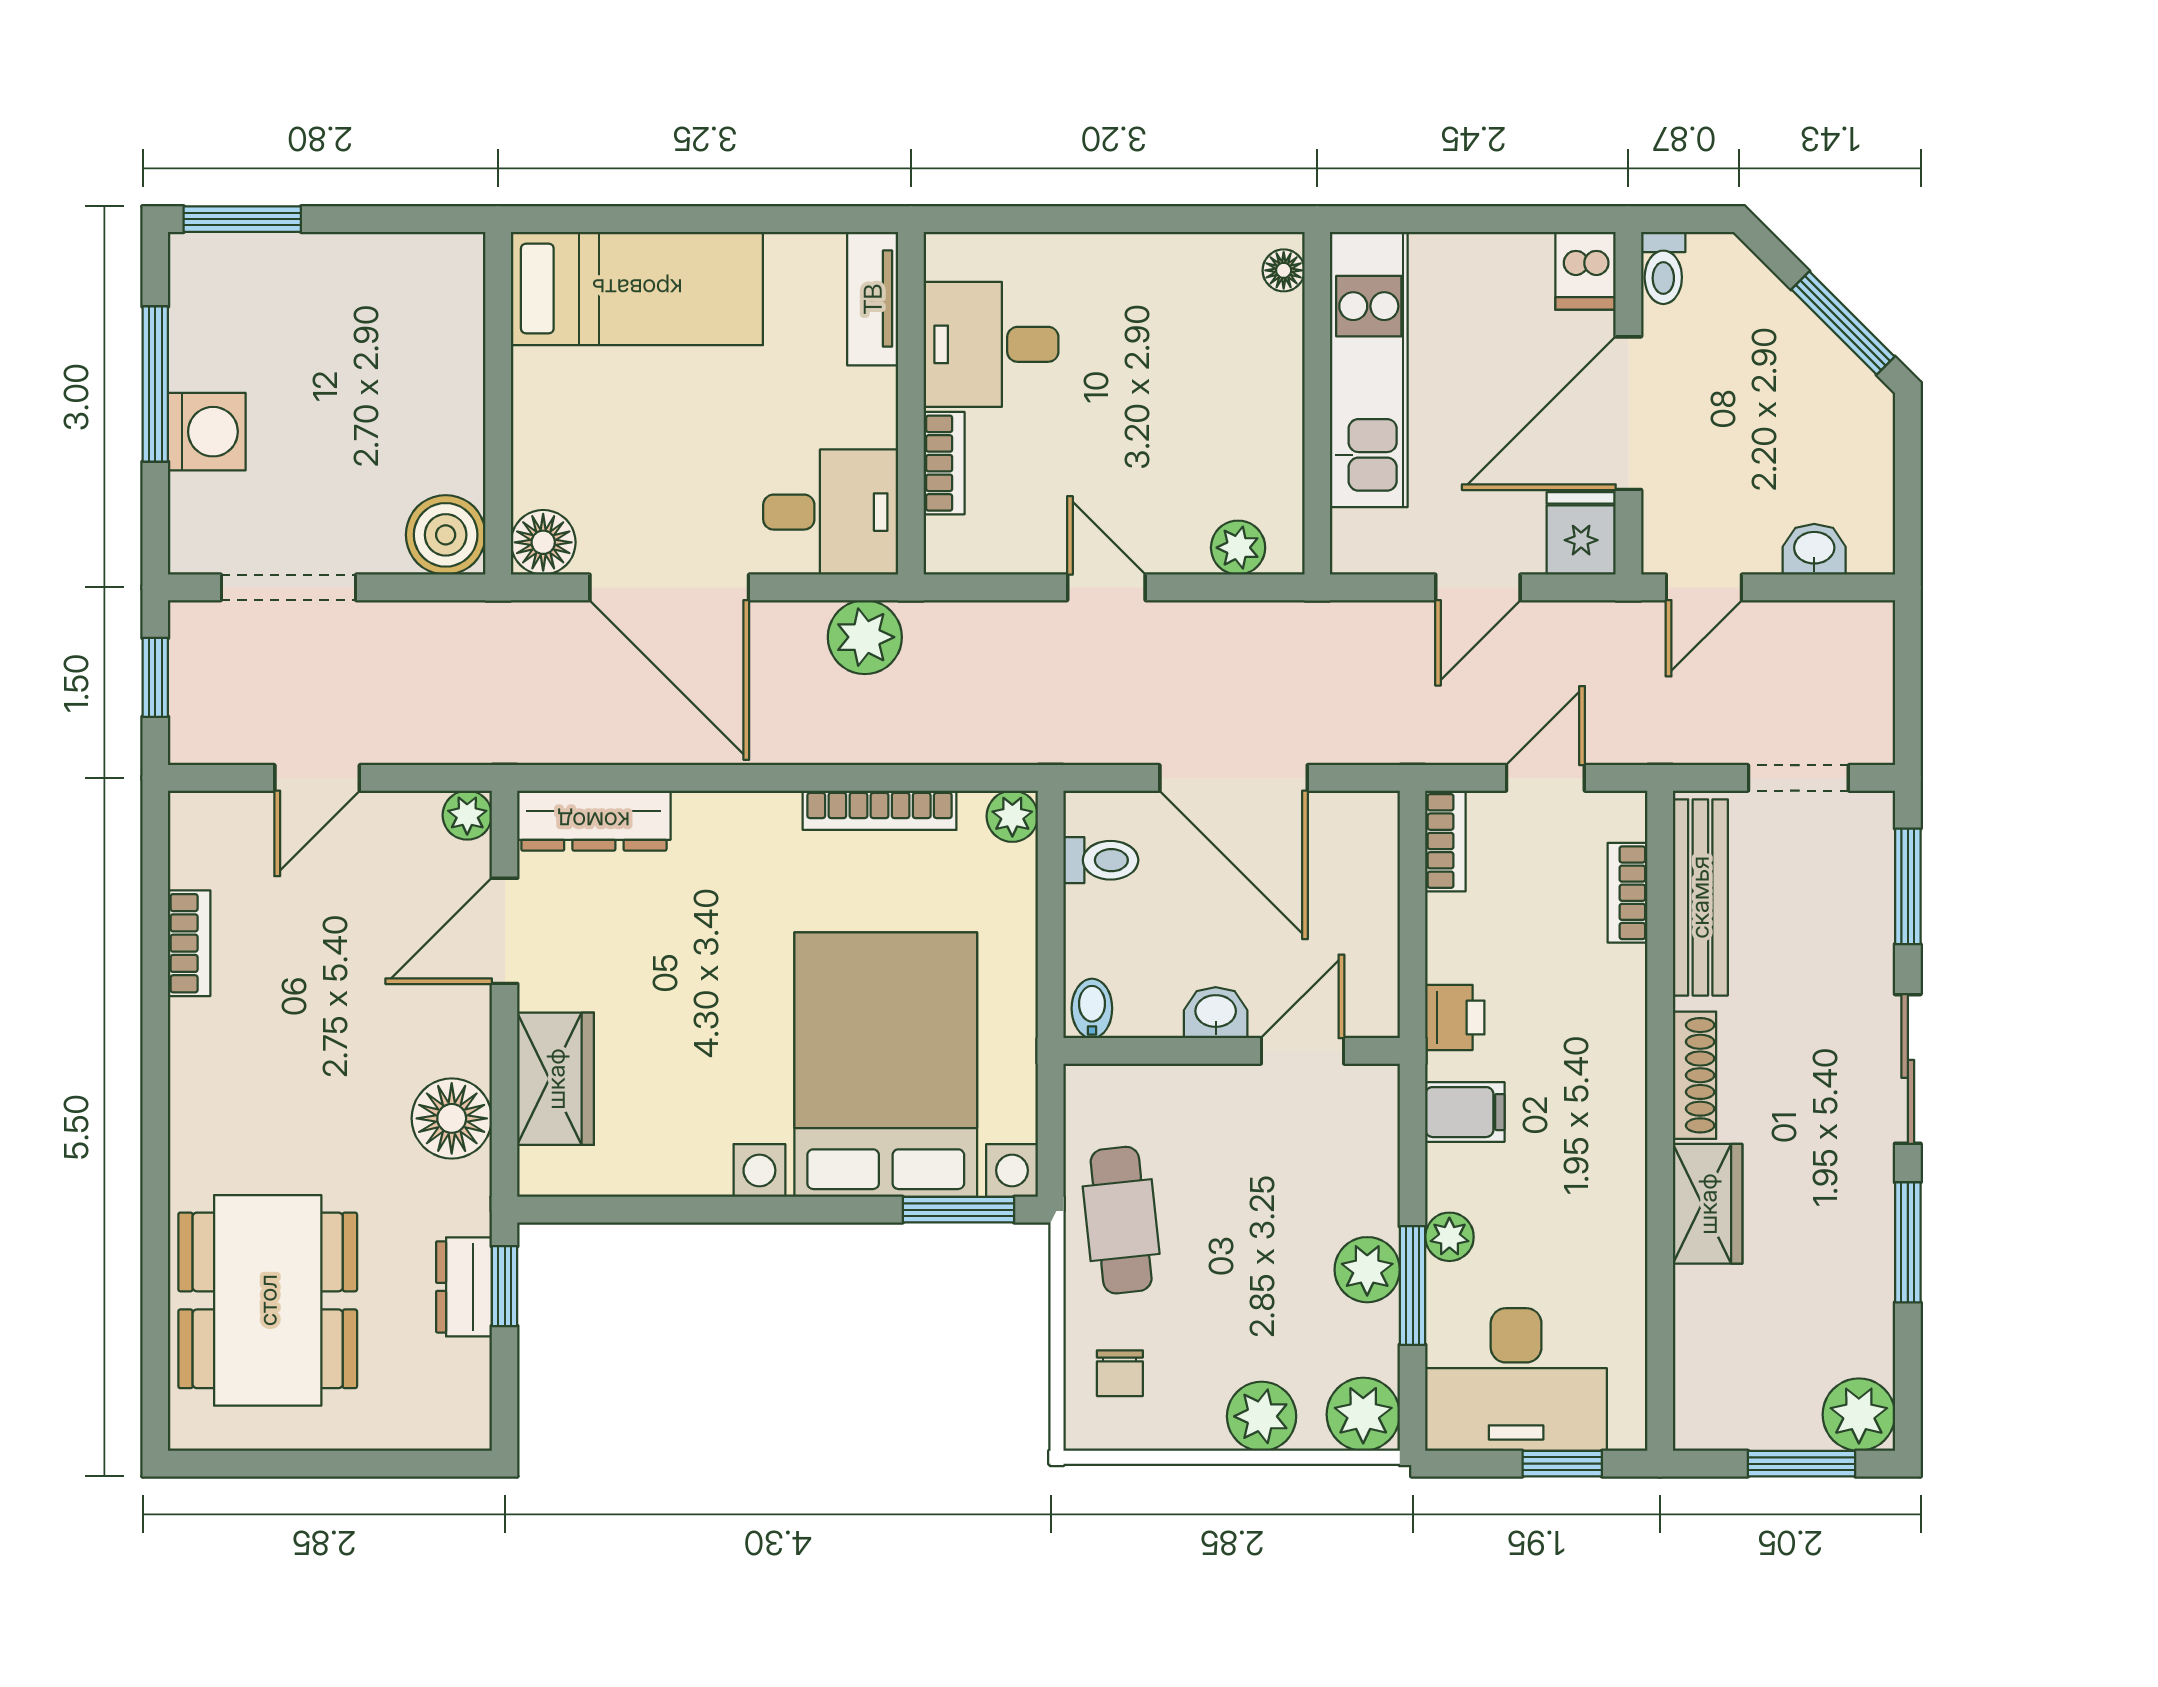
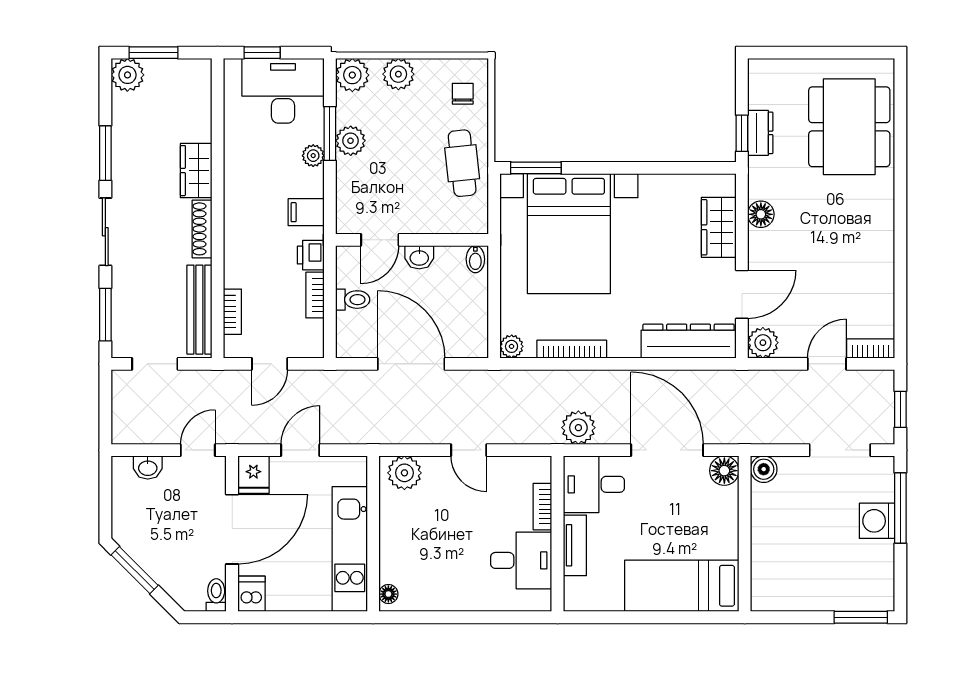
tv unit: (873, 299) -> (575, 545), moved
window: (155, 384) -> (900, 508), moved
boiler: (446, 535) -> (764, 469), width x0.73, depth x0.73
plant: (1238, 548) -> (404, 473), width x1.38, depth x1.38
plant: (467, 815) -> (763, 343), width x1.38, depth x1.38
dresser: (594, 821) -> (689, 341), width x1.37, depth x1.24
bookcase: (1445, 841) -> (315, 295), moved
toilet: (1101, 860) -> (353, 300), moved, turned 180
bookcase: (189, 943) -> (871, 348), moved, turned 90
floor lamp: (452, 1118) -> (761, 214), width x0.73, depth x0.73

